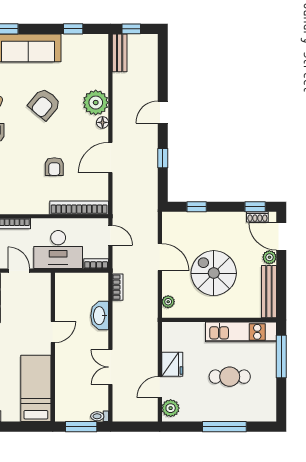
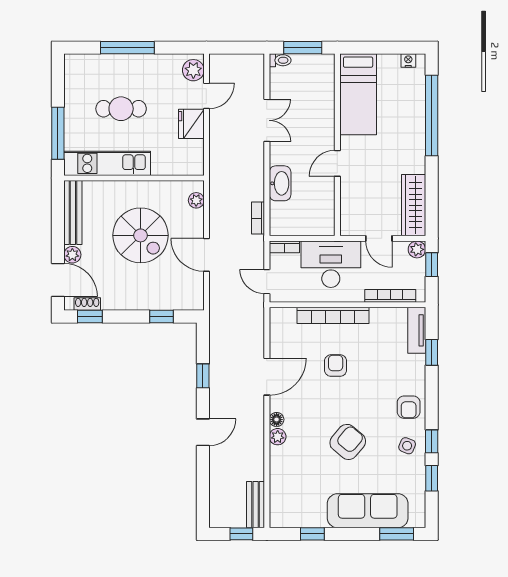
plant: (96, 103) -> (278, 437), width x0.53, depth x0.53
bookcase: (79, 208) -> (333, 315), moved

